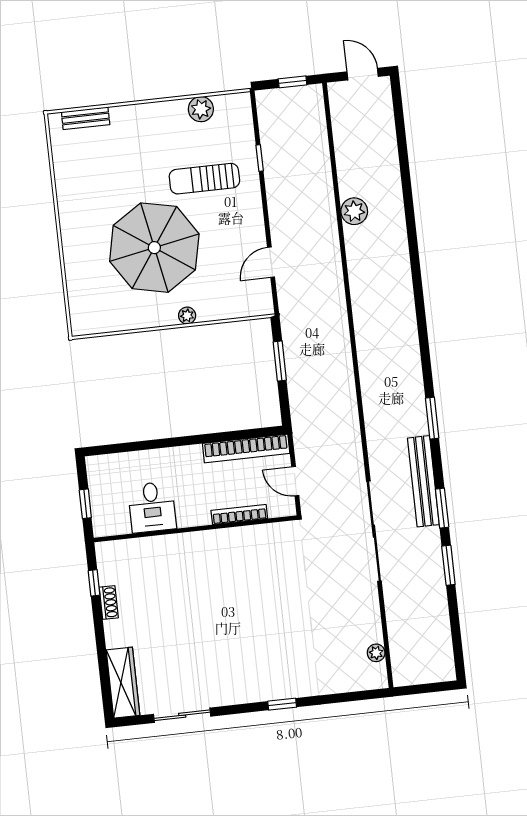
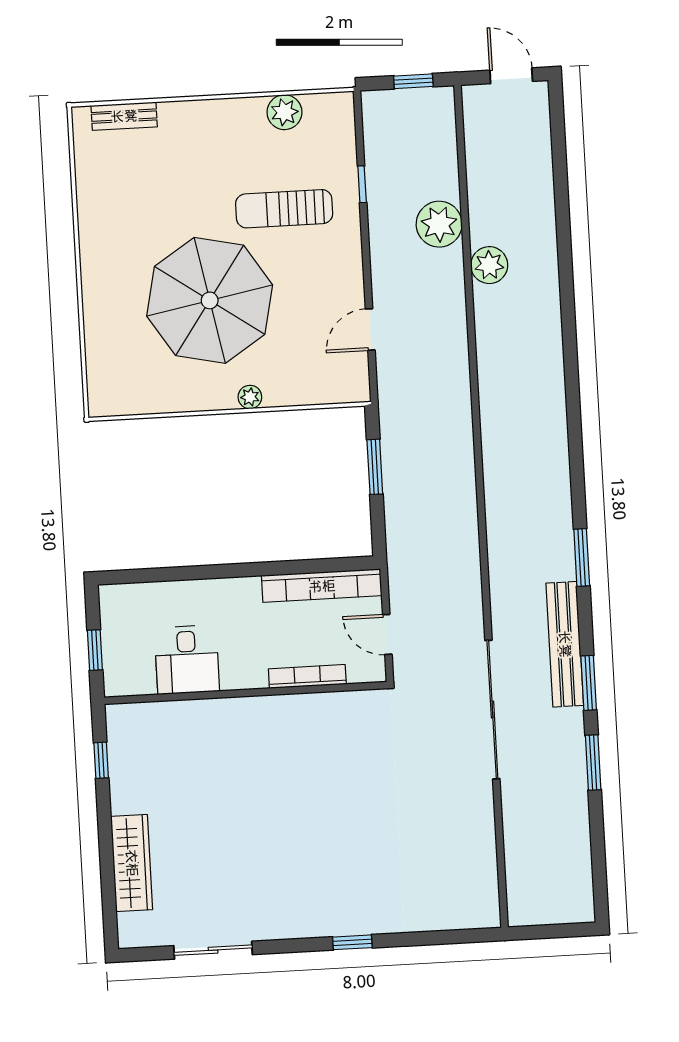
shoe rack: (109, 602) -> (120, 789), removed
plant: (376, 653) -> (439, 224), moved, width x1.87, depth x1.87
wardrobe: (123, 683) -> (132, 863), moved

